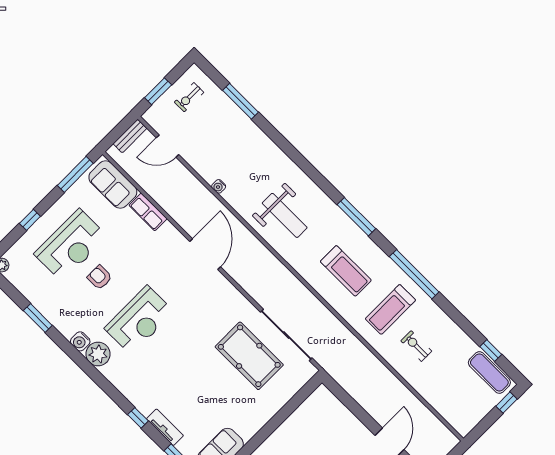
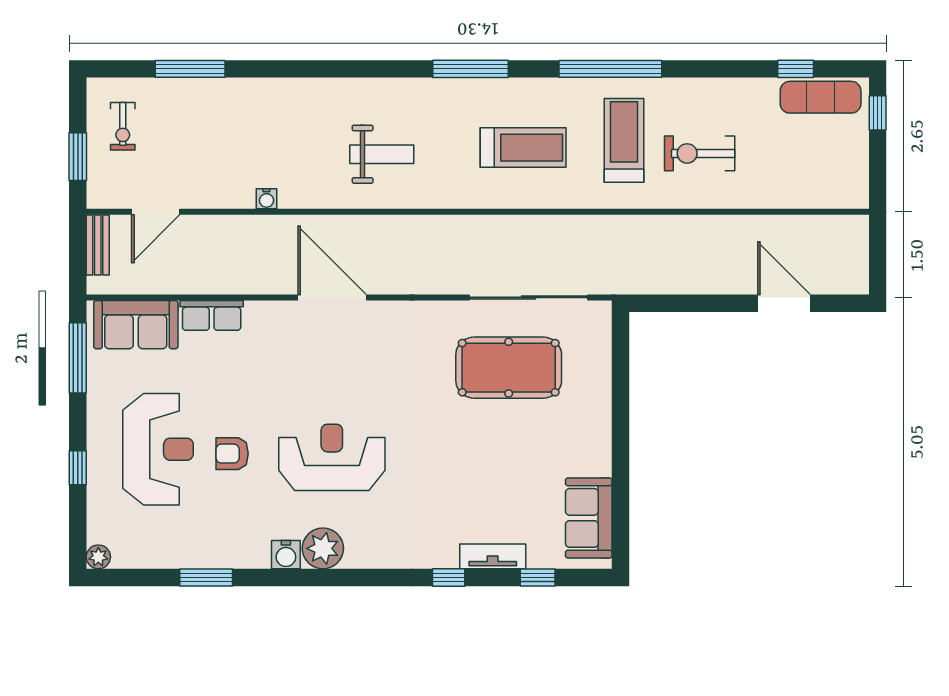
weight bench: (285, 215) -> (382, 154), width x0.73, depth x0.75
treadmill: (390, 309) -> (624, 140), turned 180
reception desk: (139, 320) -> (332, 457), turned -90
exercise bike: (416, 346) -> (700, 153), width x1.38, depth x1.39

